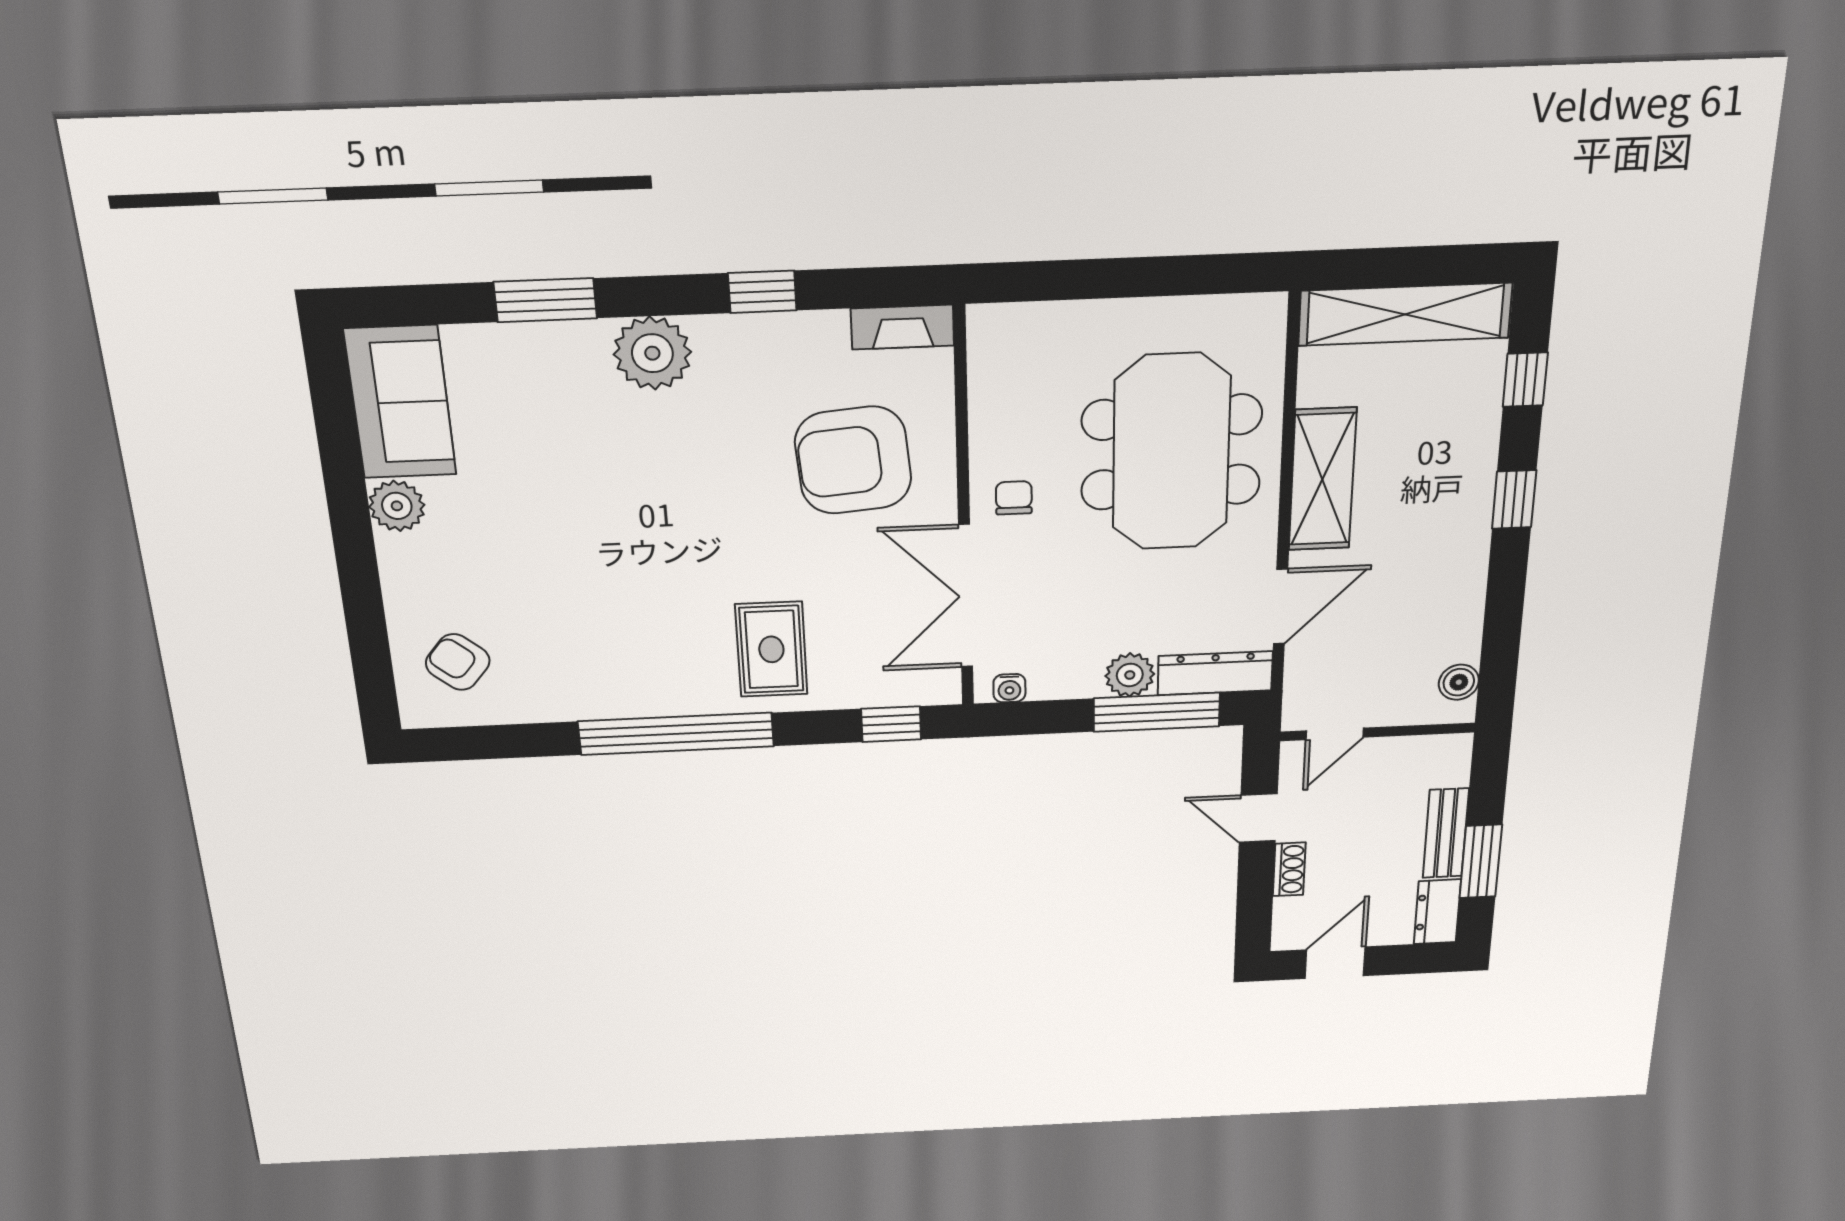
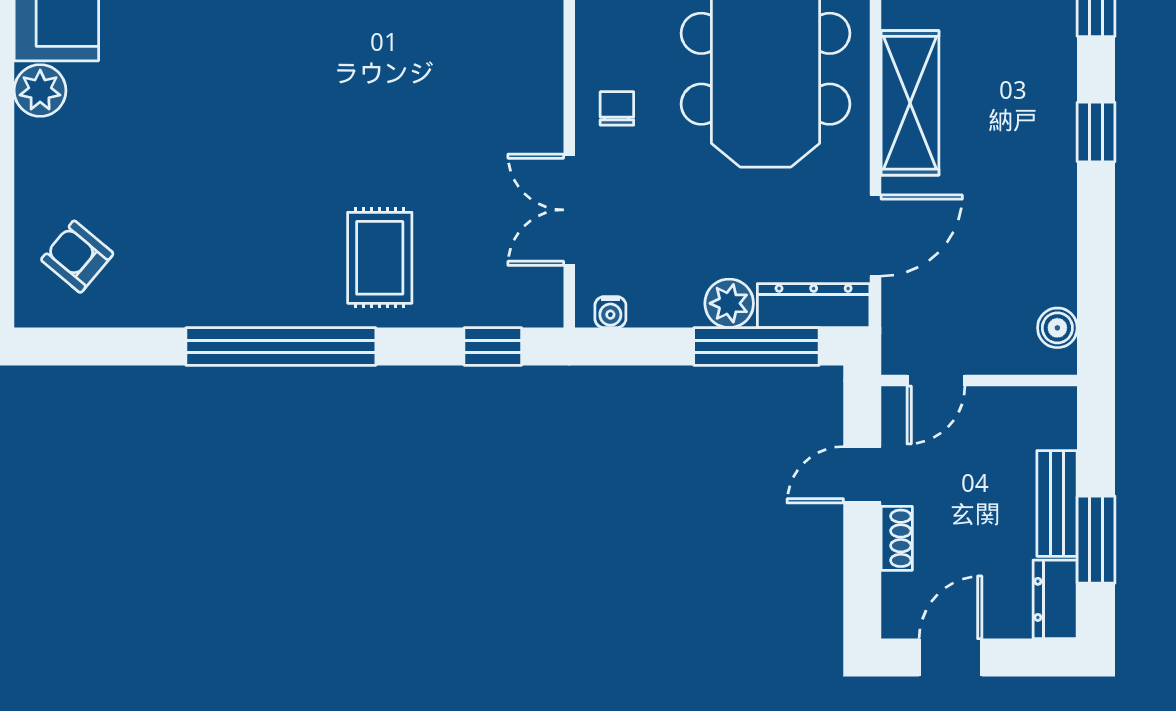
armchair: (853, 460) -> (467, 64), removed
double door: (966, 596) -> (569, 210), width x0.73
door: (1258, 818) -> (862, 475), hinge flipped

